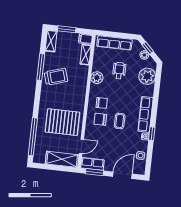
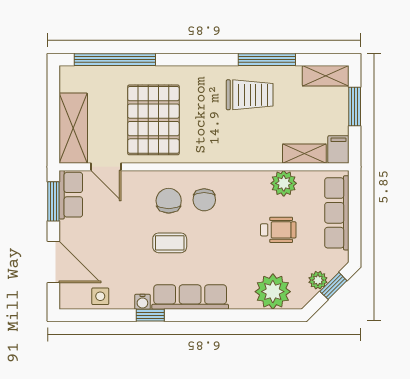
trolley: (56, 77) -> (250, 95), turned -73
plant: (97, 78) -> (284, 183), moved

